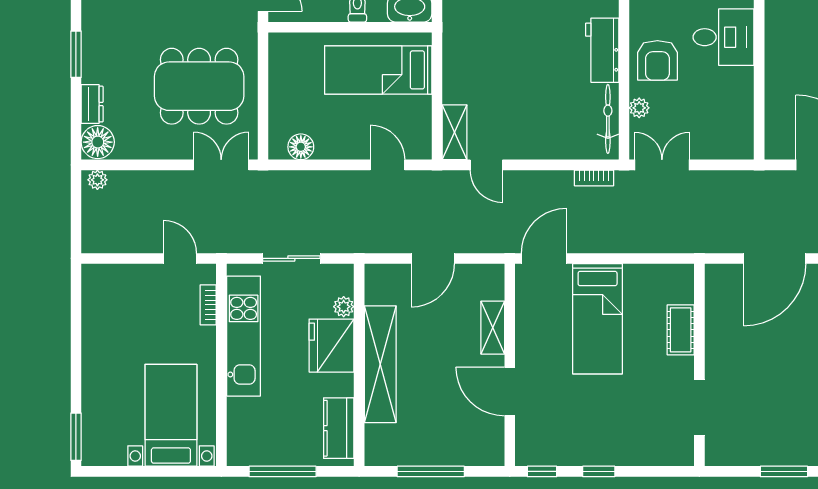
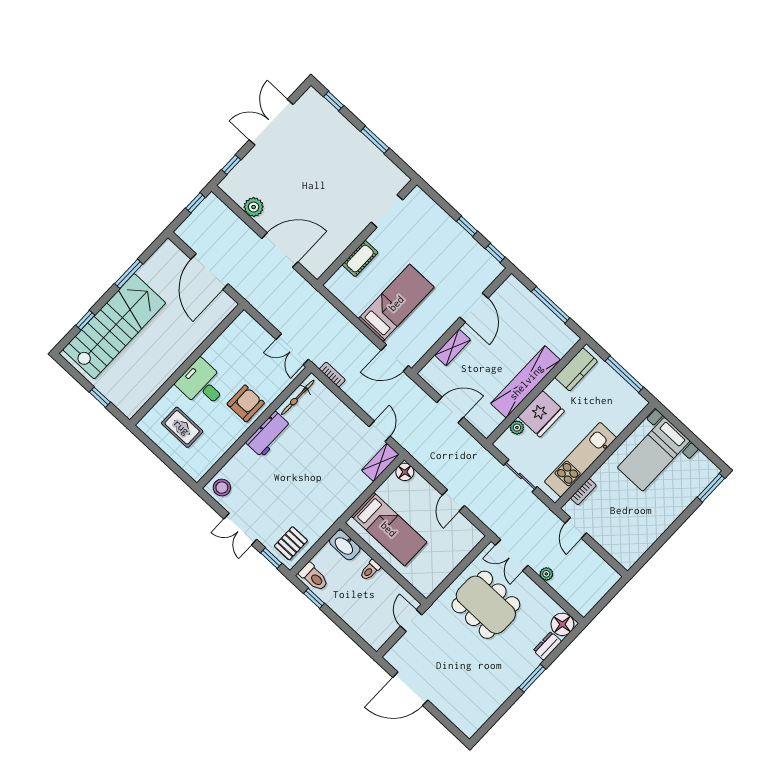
plant: (639, 108) -> (277, 388), removed
floor lamp: (301, 147) -> (405, 472), moved
door: (388, 165) -> (453, 500), moved
plant: (97, 180) -> (546, 574), moved

